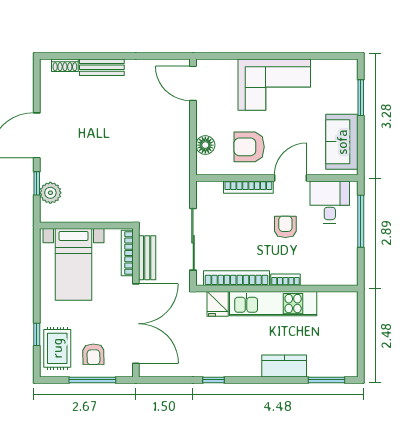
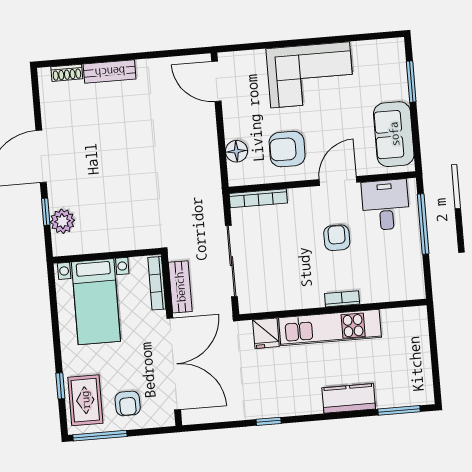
bookcase: (248, 187) -> (258, 198), moved
bookcase: (236, 278) -> (285, 302), removed
window: (92, 380) -> (100, 436), moved

